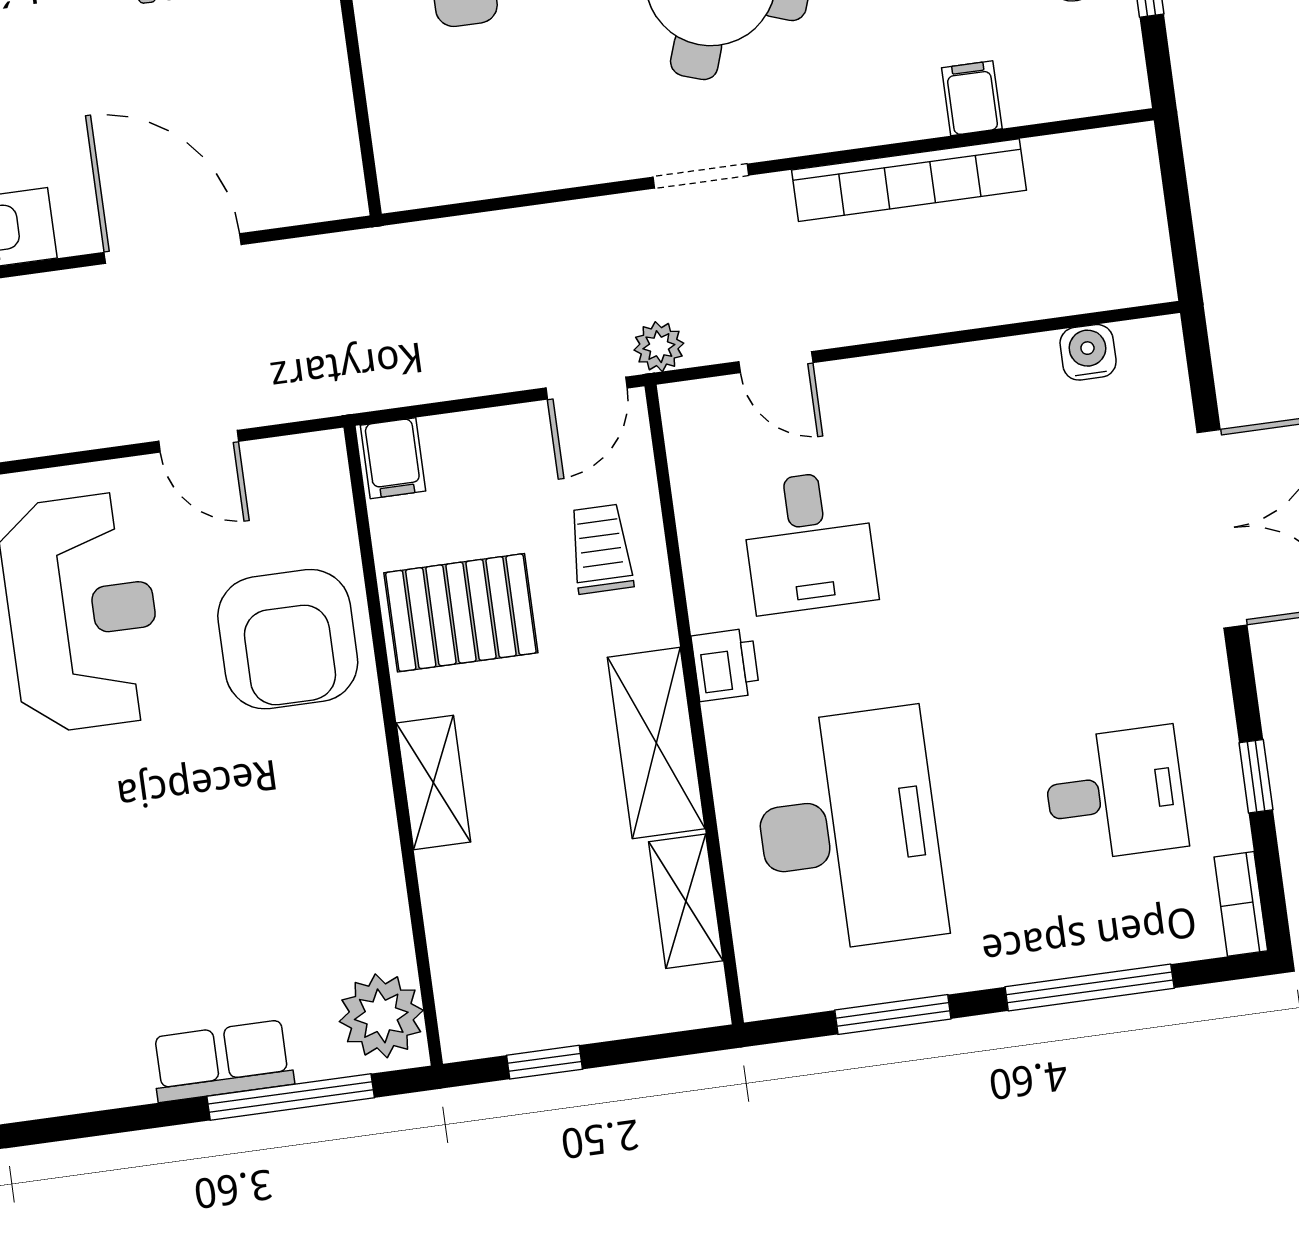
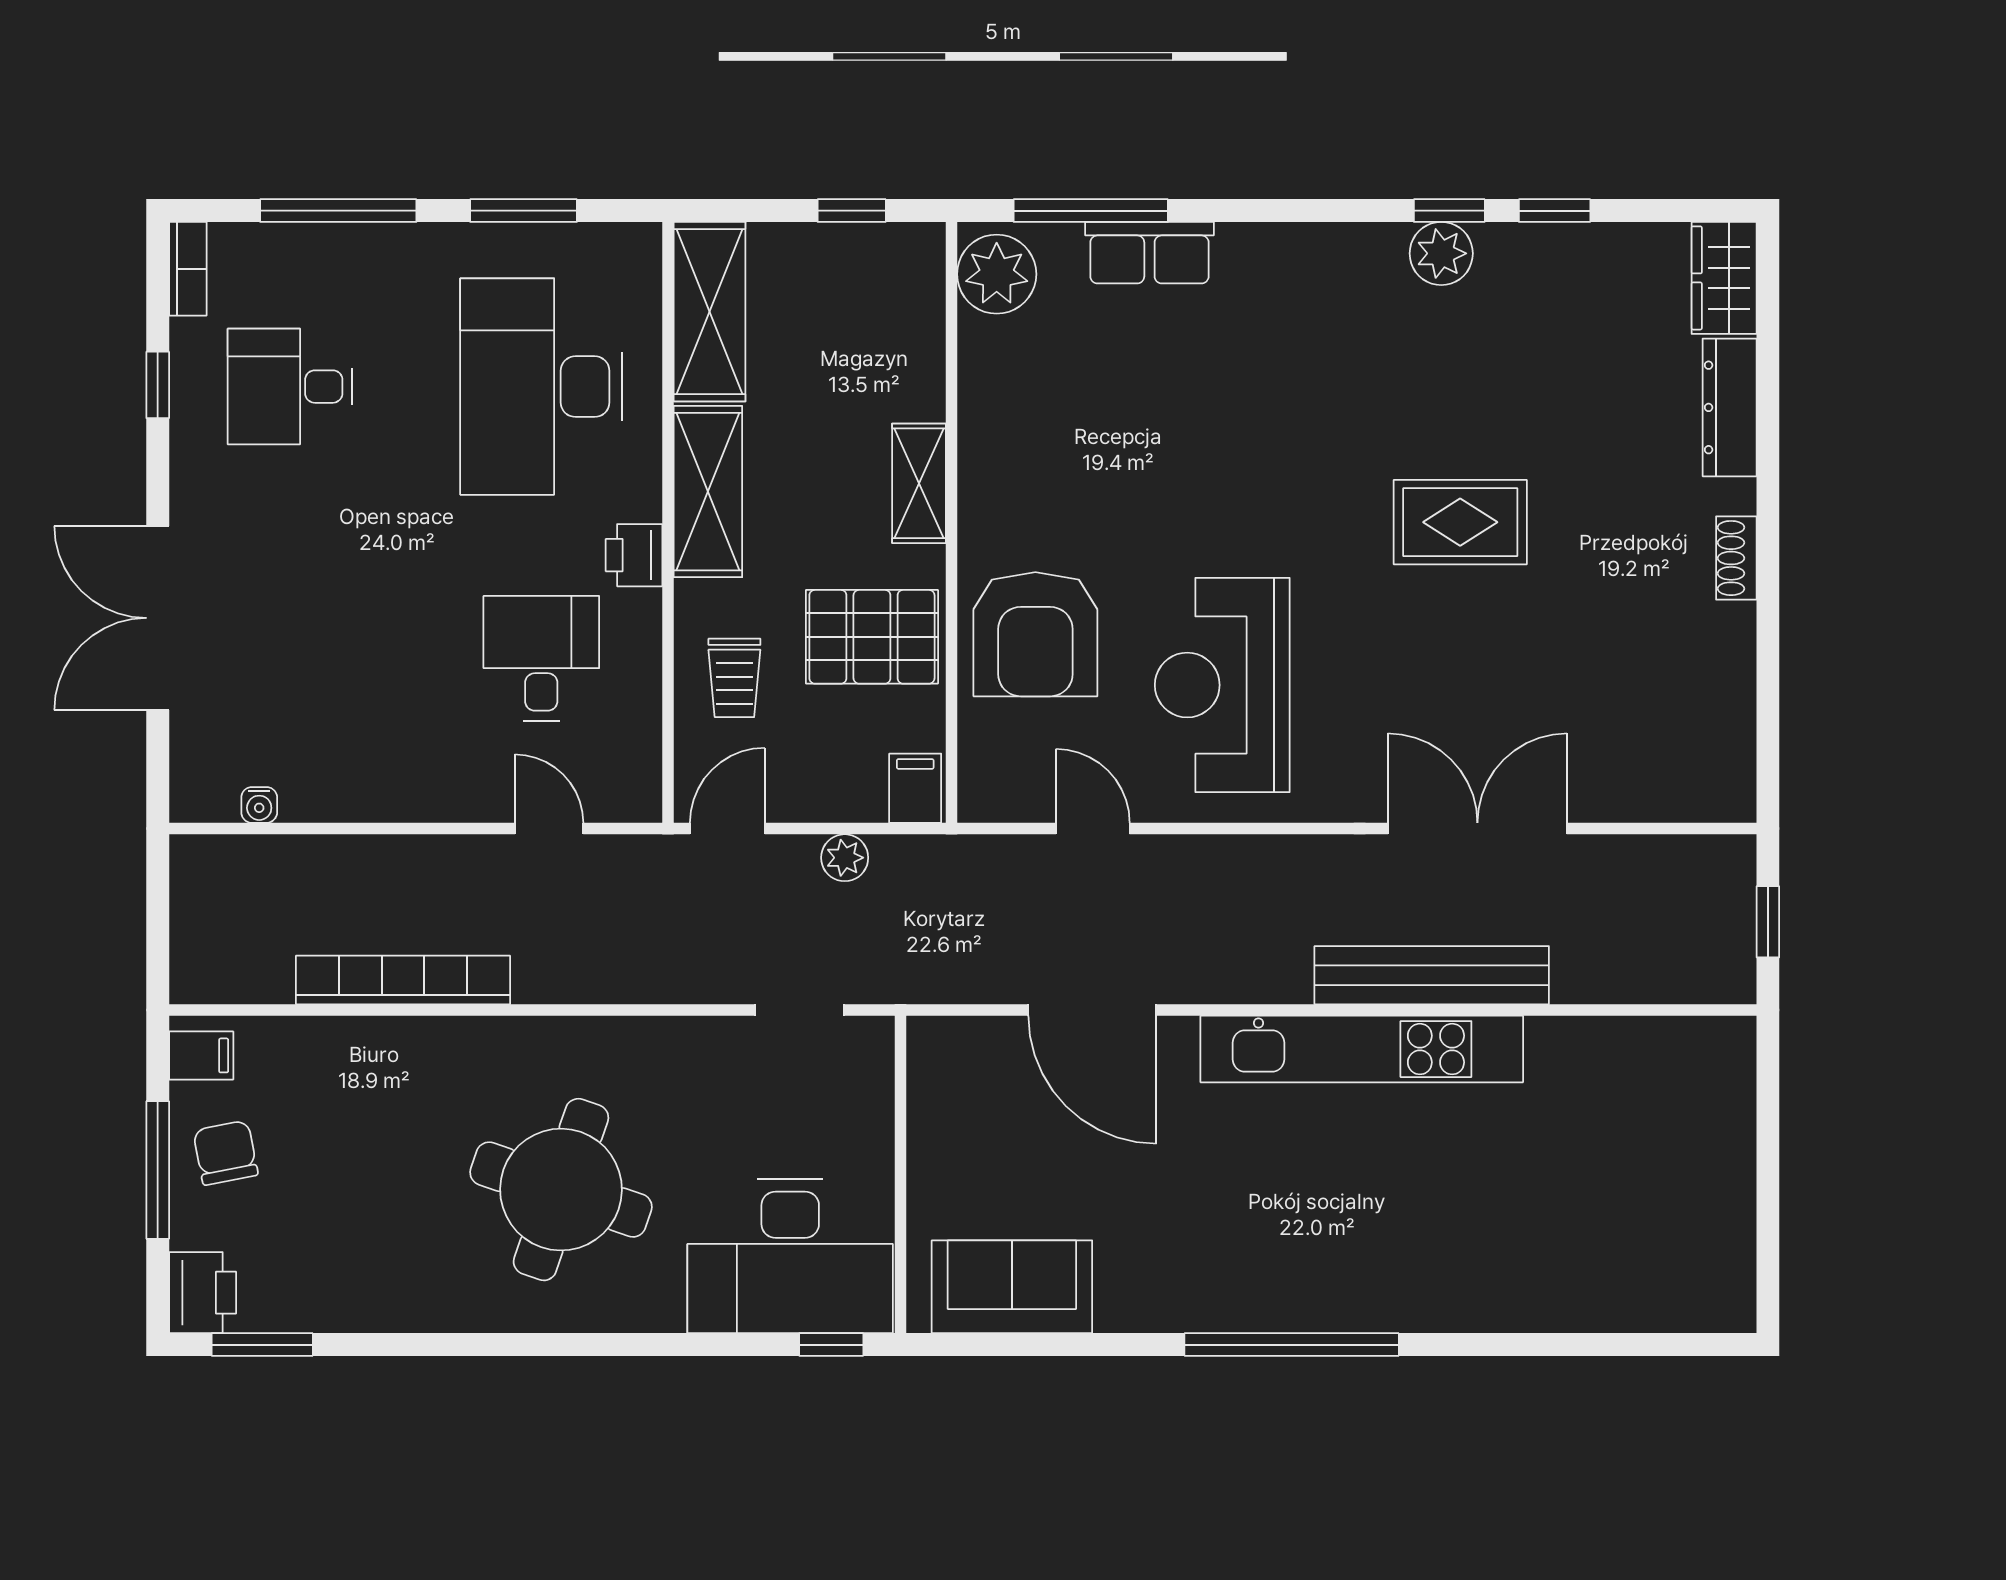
filing cabinet: (972, 98) -> (201, 1055), moved, turned -90
doorway: (701, 176) -> (799, 1010), moved
plant: (659, 347) -> (845, 858), moved
water cooler: (1088, 352) -> (259, 805), width x0.72, depth x0.72
armchair: (288, 639) -> (1035, 634), turned 180
shelving: (686, 901) -> (710, 312), width x1.50, depth x1.33

